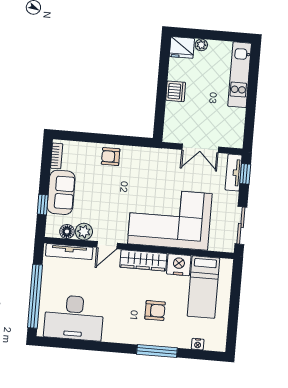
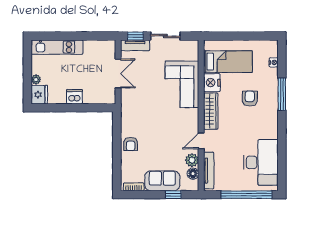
corner sofa: (170, 219) -> (182, 84), width x0.73, depth x0.74
sliding door: (241, 225) -> (165, 36), moved
door: (107, 245) -> (201, 141), swing flipped

